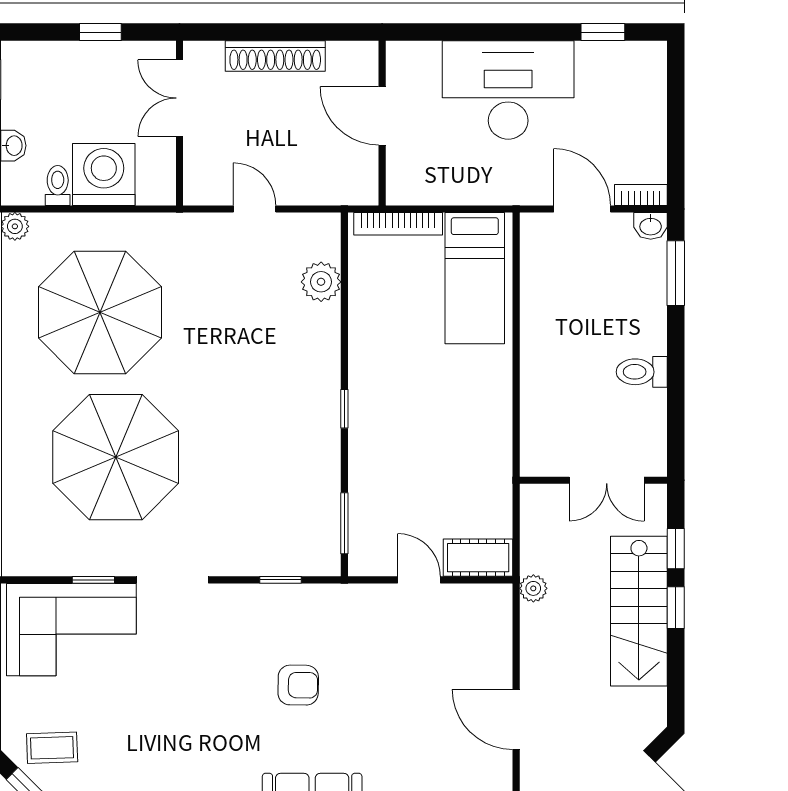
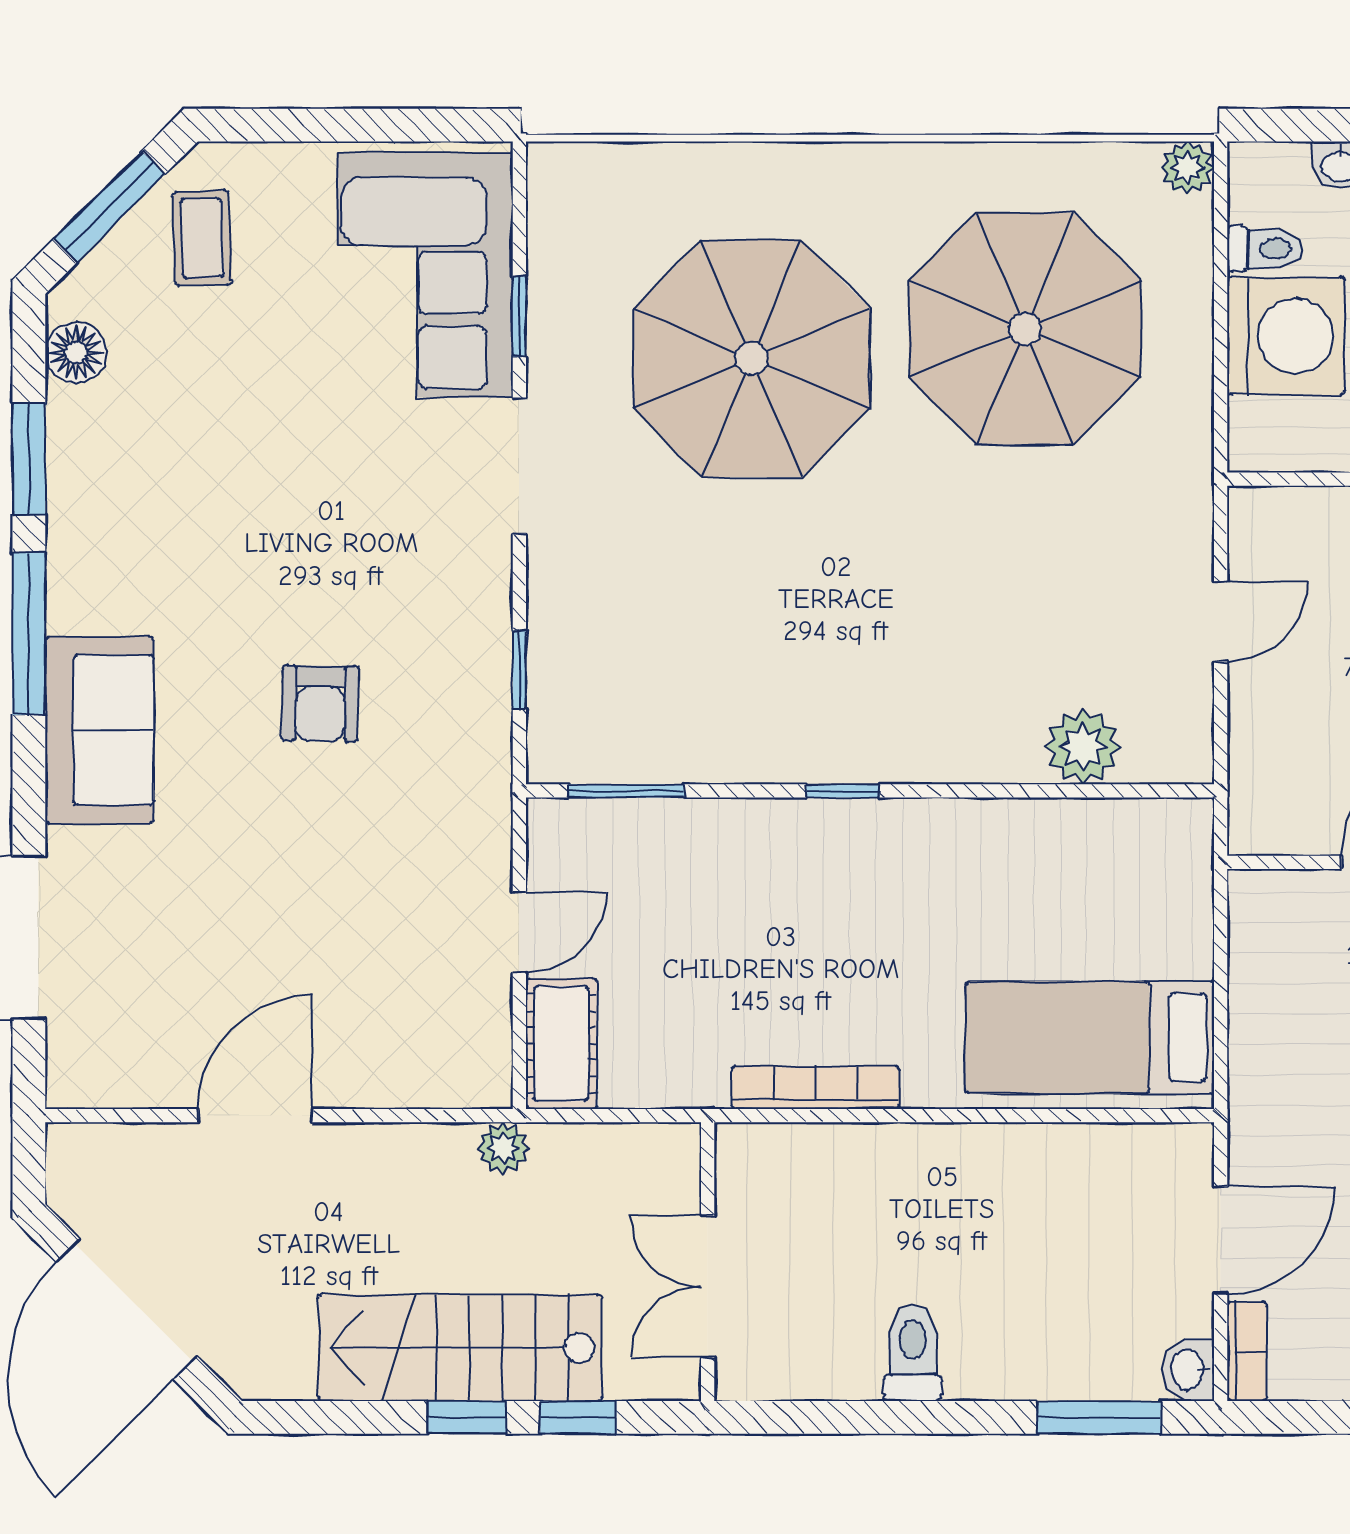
bookcase: (398, 224) -> (816, 1088), moved, turned 90

